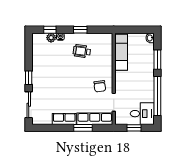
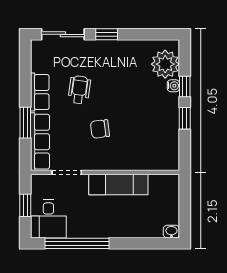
window: (50, 30) -> (185, 87), moved
plant: (51, 38) -> (165, 64), width x1.87, depth x1.87
wheelchair: (82, 51) -> (79, 90), moved
exam couch: (121, 52) -> (118, 185), moved
window: (157, 60) -> (136, 243), removed
chair: (100, 86) -> (100, 129), moved

